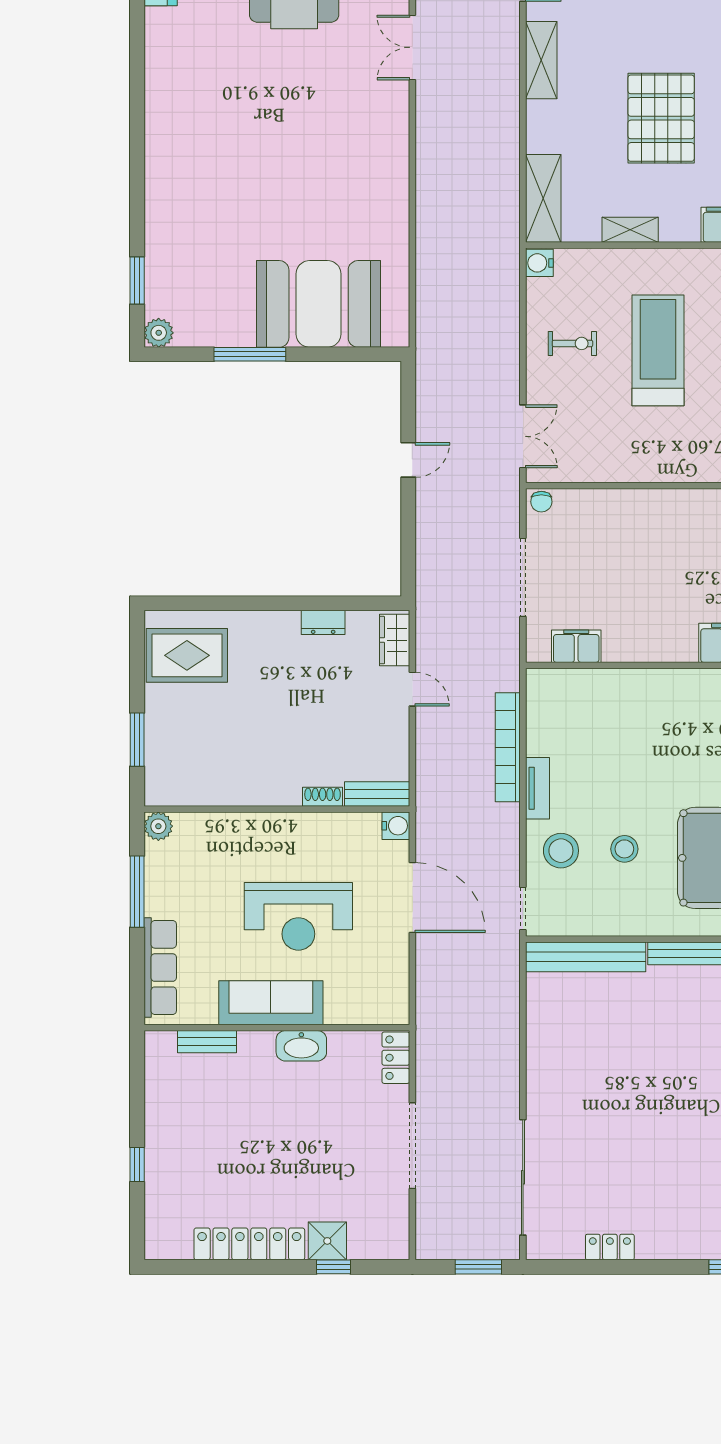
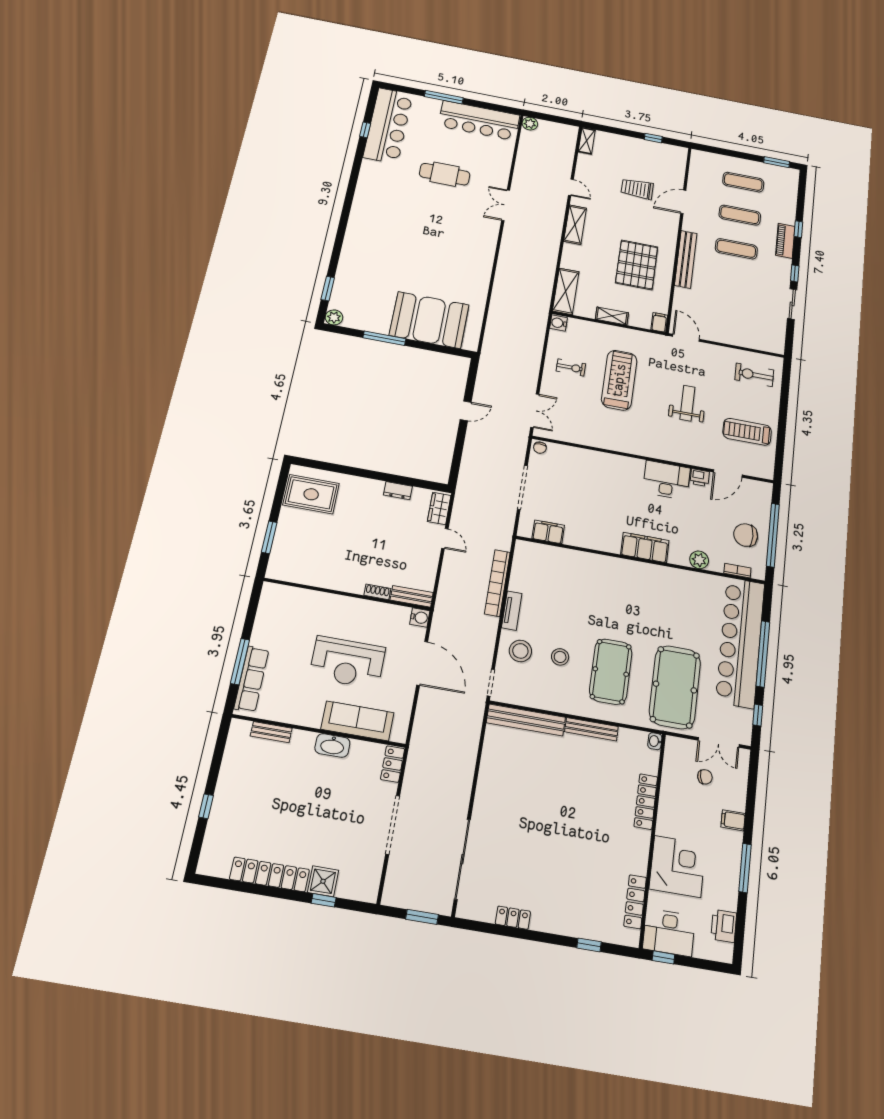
plant: (158, 826) -> (270, 591), removed
window: (137, 892) -> (240, 662), moved
sofa: (271, 1003) -> (357, 721), moved

